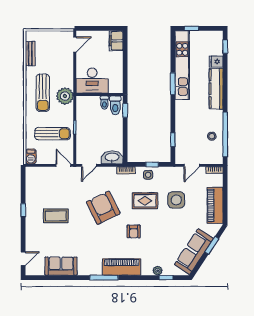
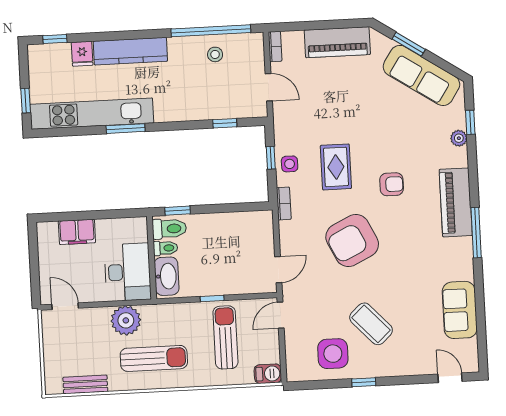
filing cabinet: (116, 41) -> (77, 232), moved
plant: (65, 96) -> (126, 320), moved
washbasin: (112, 157) -> (167, 276), moved, turned 180
door: (89, 165) -> (278, 270), hinge flipped
side table: (176, 200) -> (333, 354), moved
coffee table: (56, 216) -> (371, 324), turned -43

